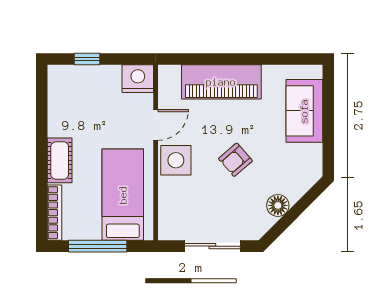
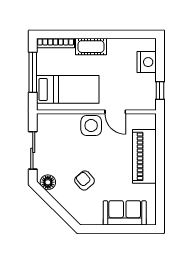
window: (87, 59) -> (160, 90), moved
nightstand: (138, 79) -> (147, 62), moved
armchair: (235, 160) -> (84, 180), moved
floor lamp: (278, 205) -> (48, 182), moved

